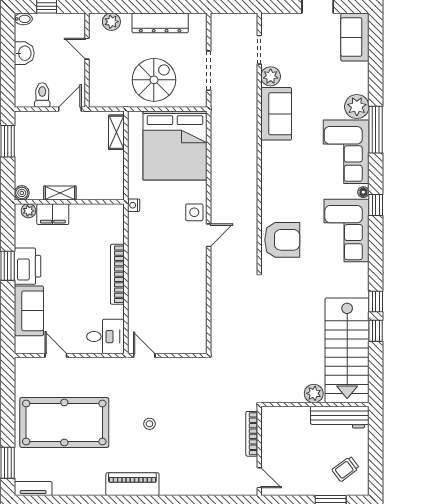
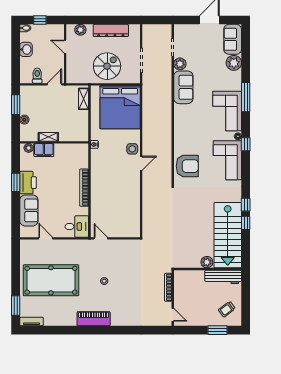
plant: (357, 107) -> (234, 63), moved
boiler: (22, 193) -> (24, 120), moved

